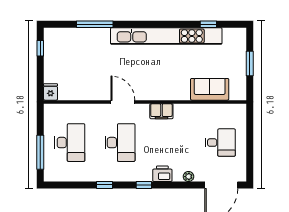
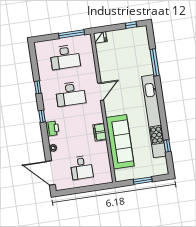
sofa: (210, 89) -> (120, 142), width x1.85, depth x1.27
filing cabinet: (161, 111) -> (100, 132), moved
window: (40, 152) -> (72, 34), moved

